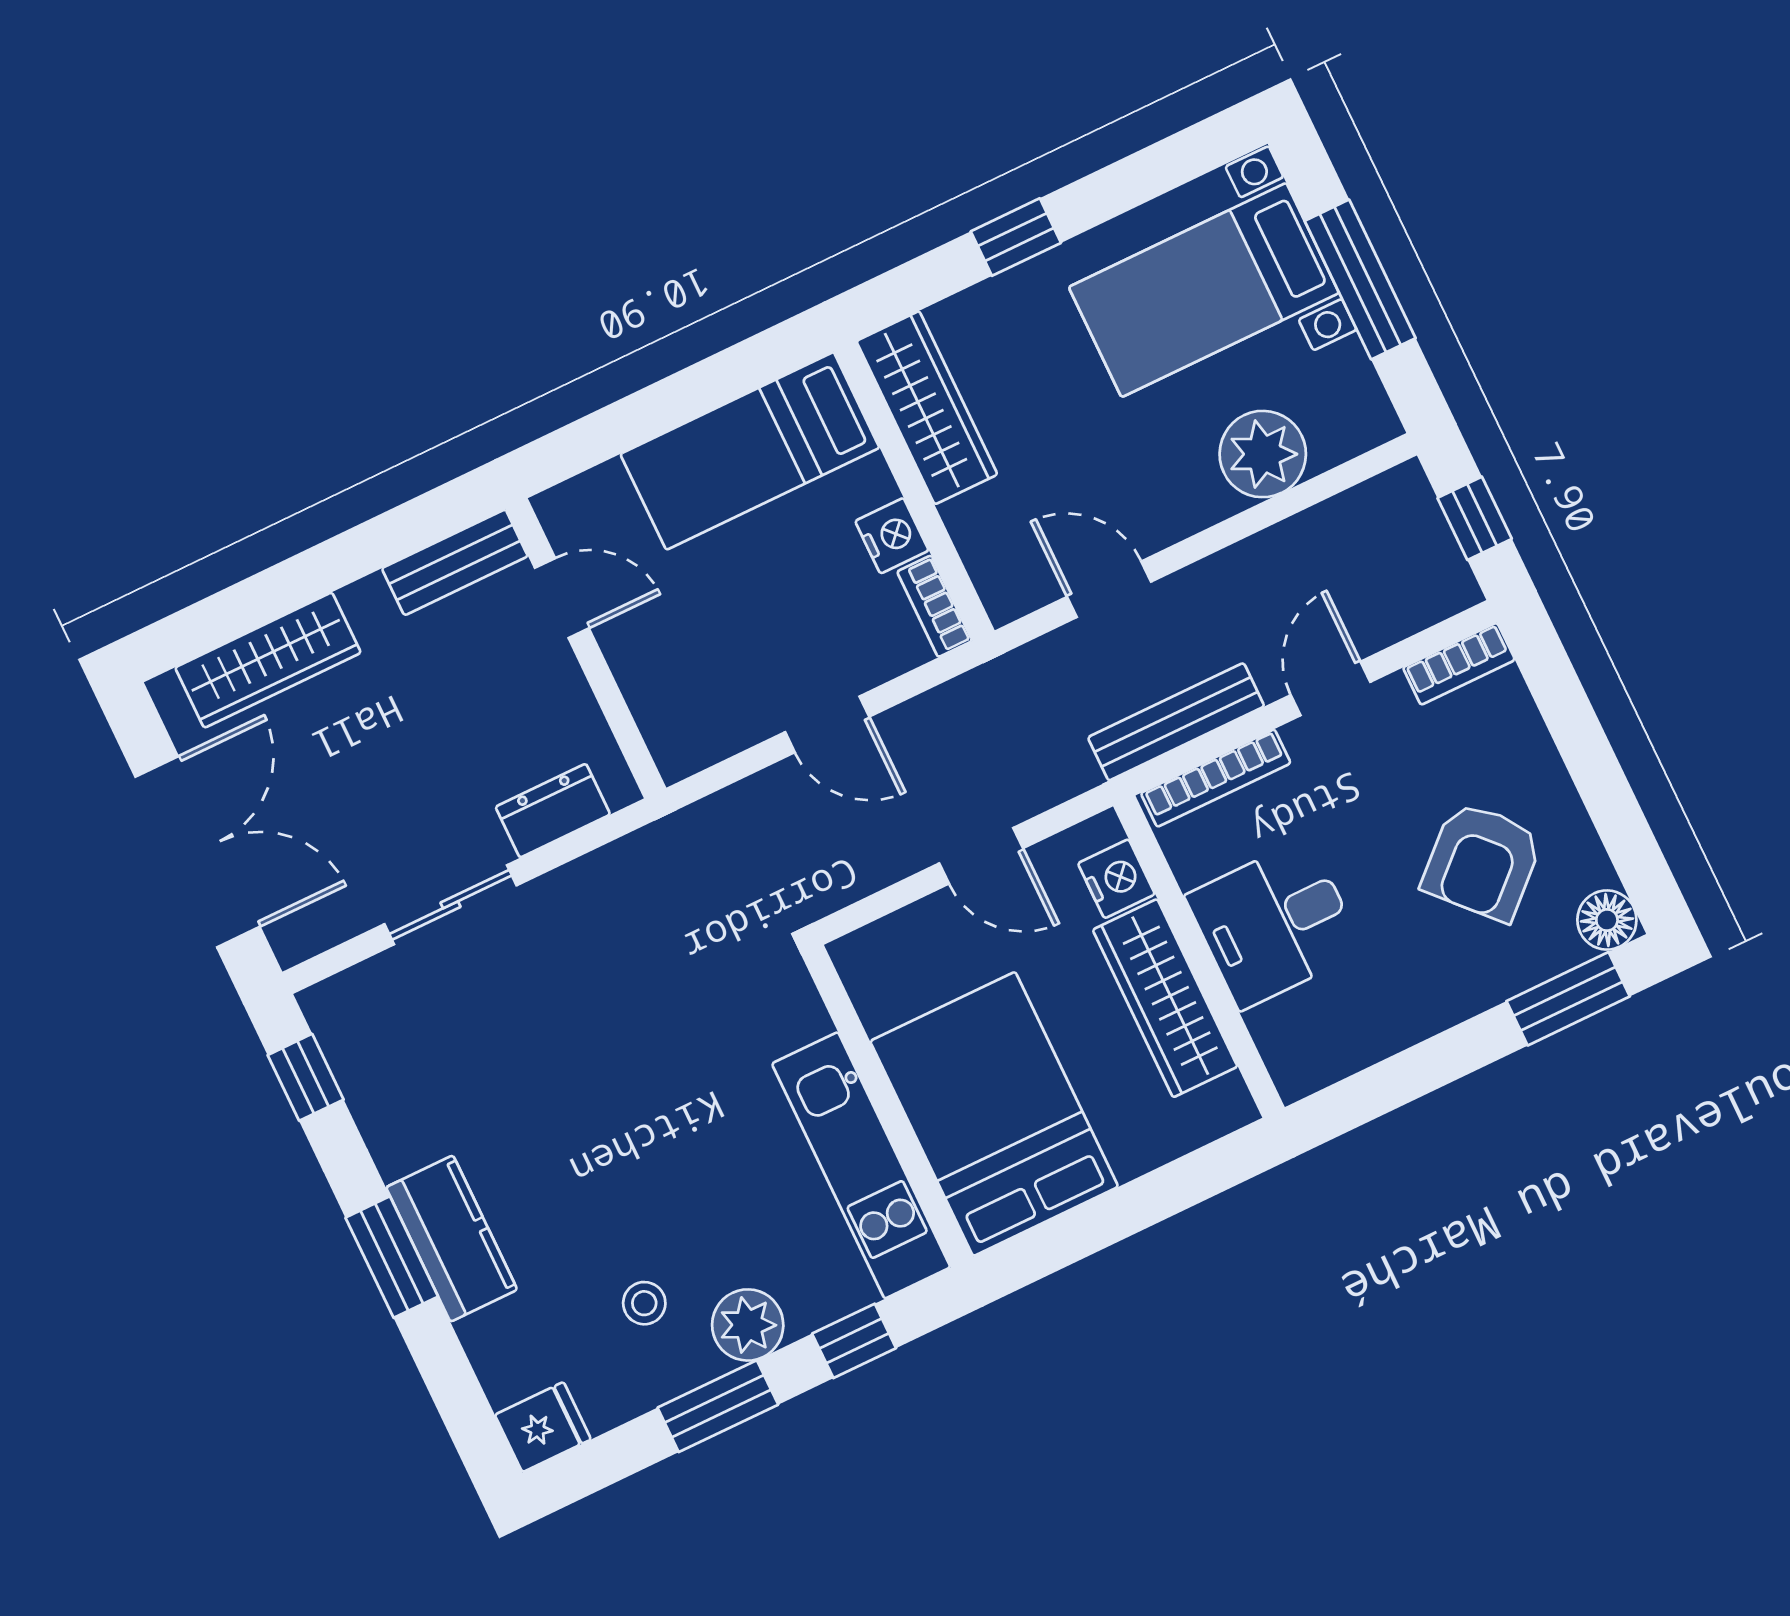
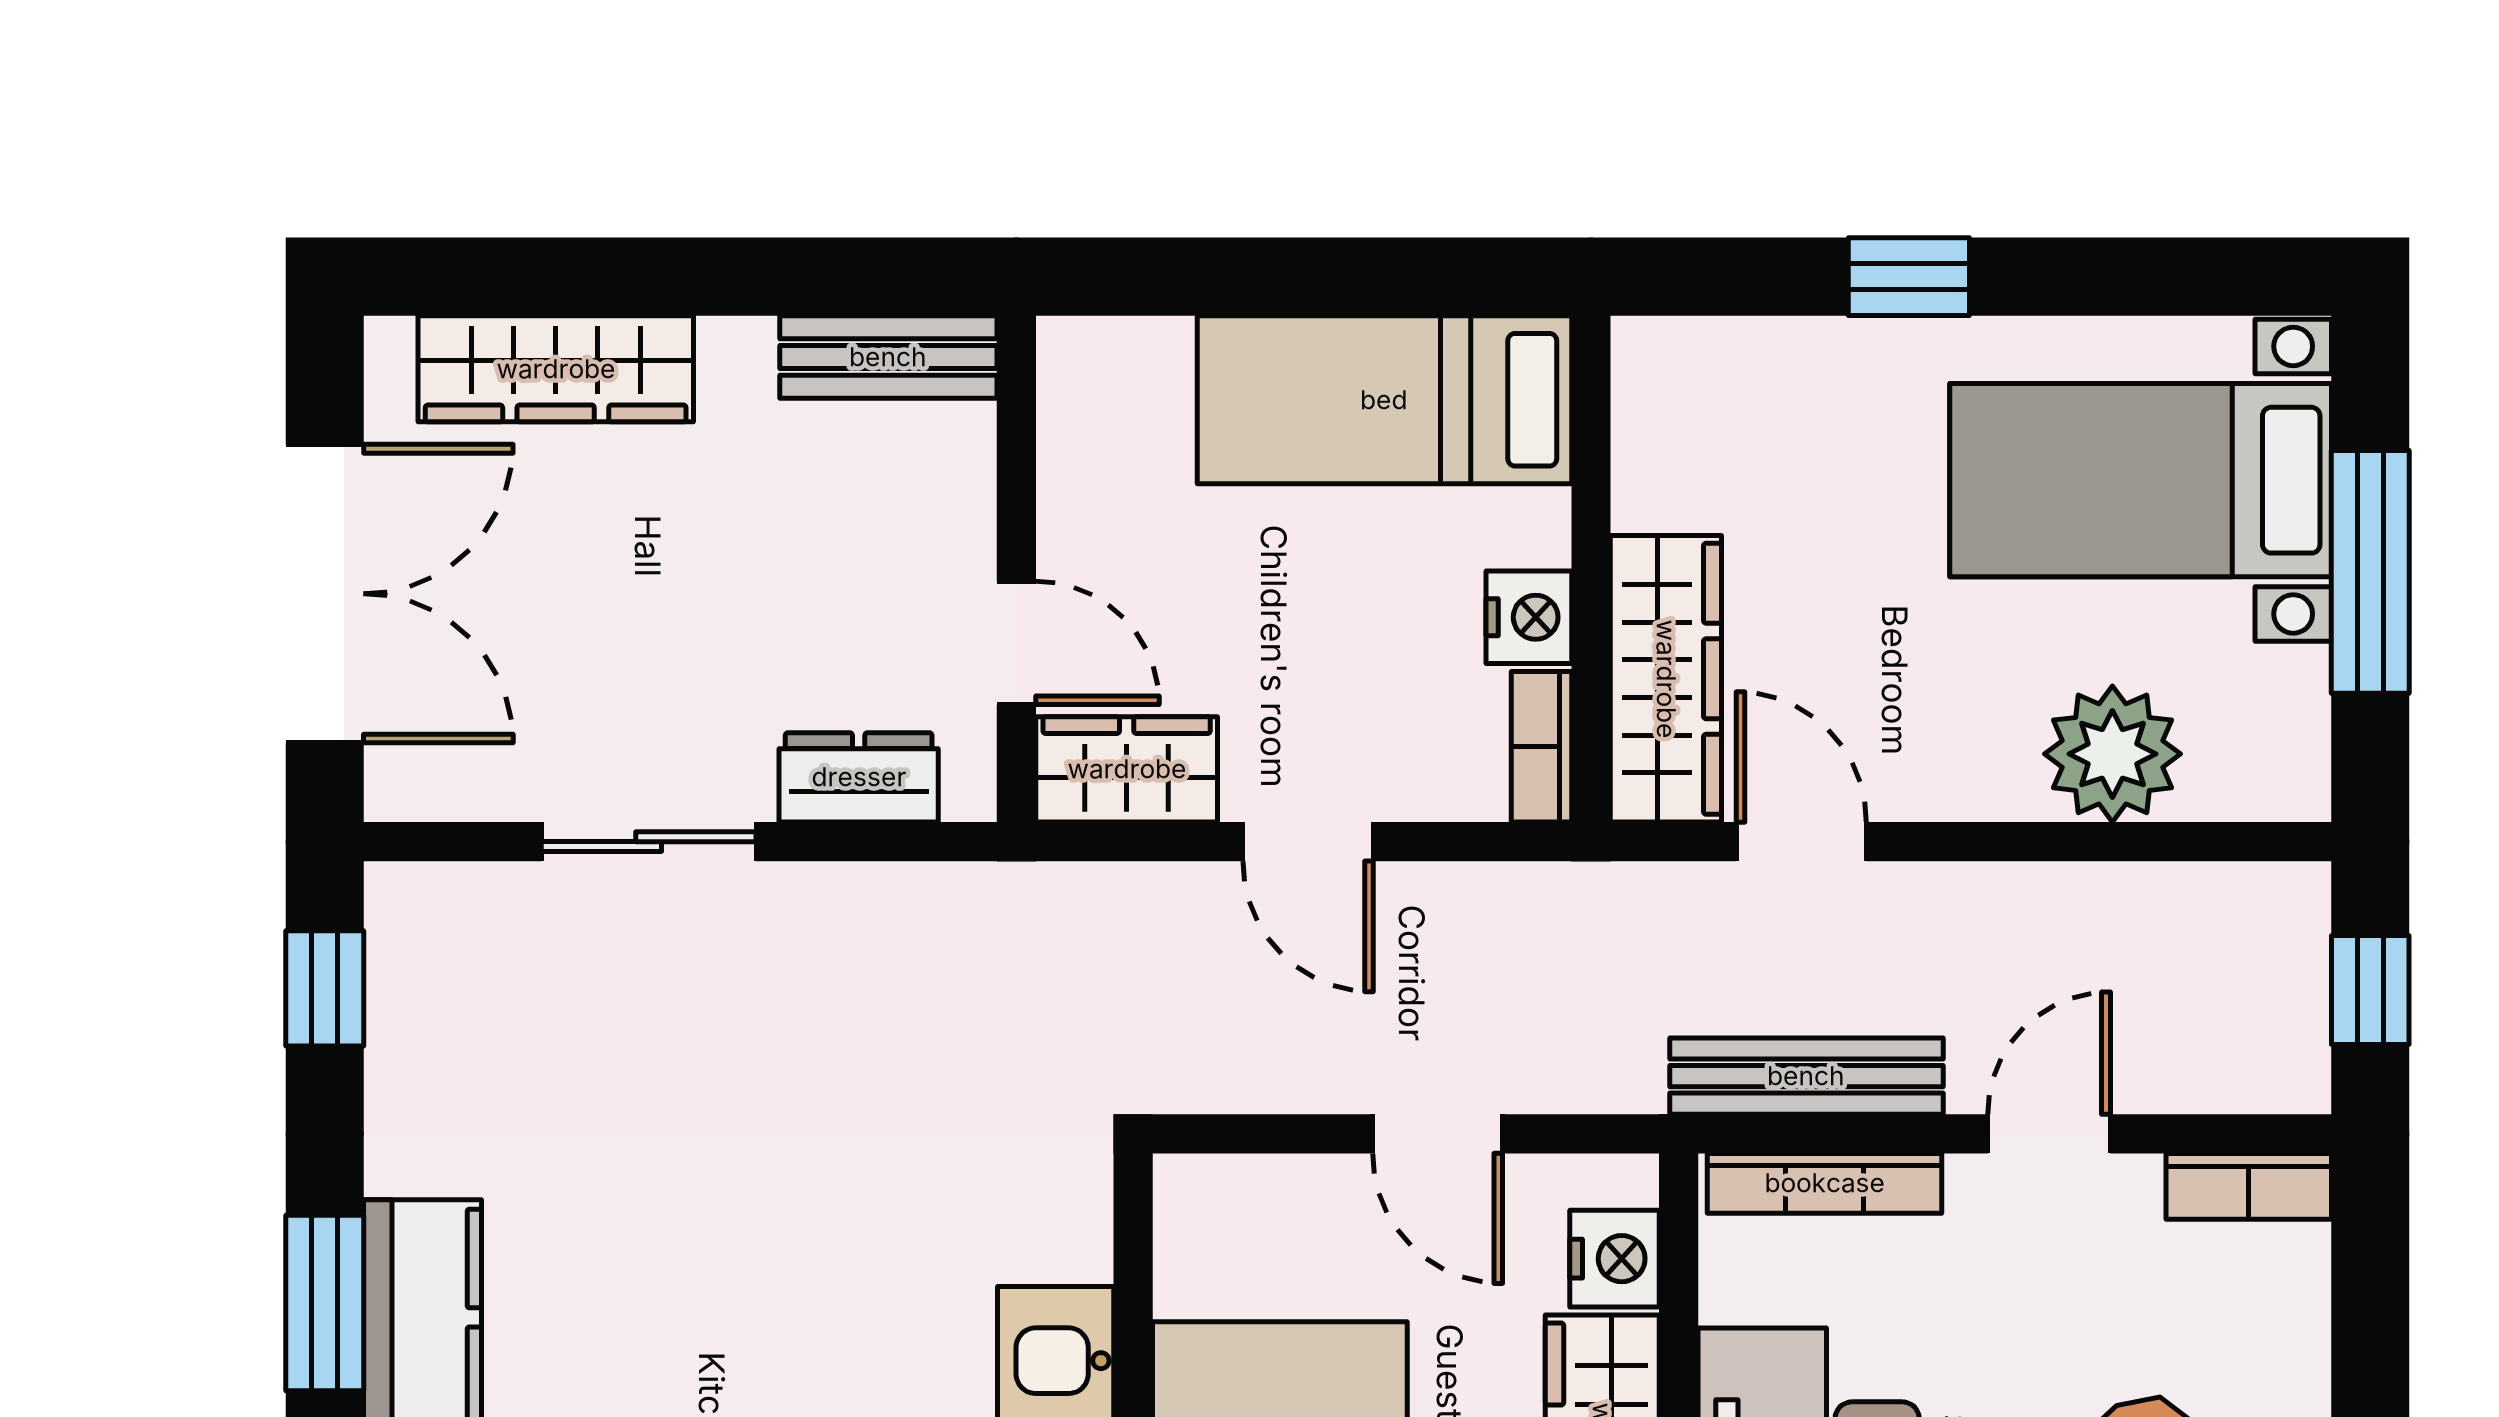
wardrobe: (927, 408) -> (1666, 679), moved
door: (562, 598) -> (1016, 643), moved
wardrobe: (704, 733) -> (1127, 769), added

